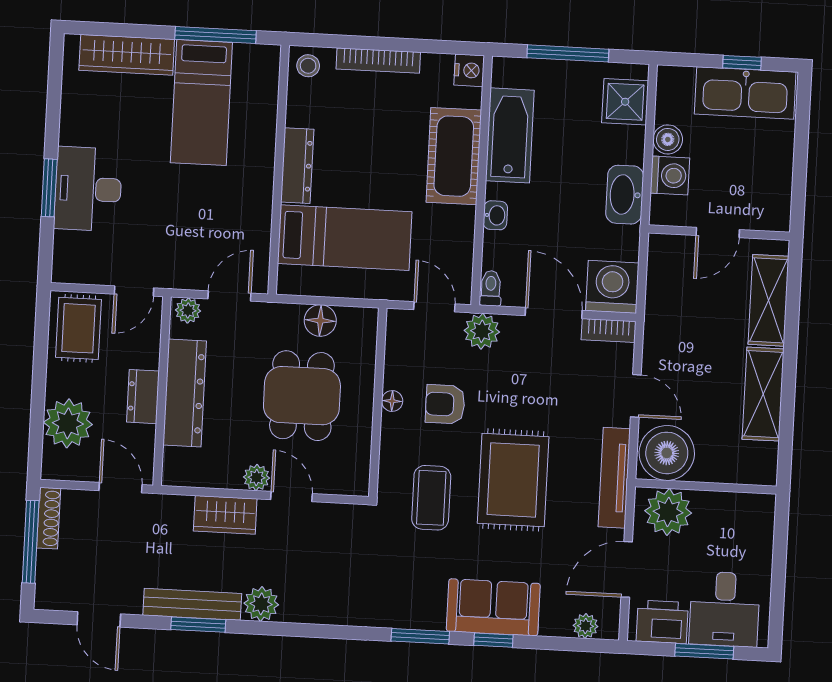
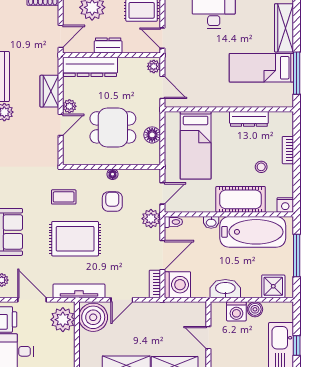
bookcase: (378, 61) -> (288, 150), width x0.64
stool: (308, 66) -> (261, 167), moved
bathtub: (510, 135) -> (253, 232), width x1.36, depth x1.36
dresser: (297, 166) -> (249, 119), moved
dresser: (185, 393) -> (90, 67), moved
coffee table: (431, 498) -> (64, 197), width x0.73, depth x0.77

